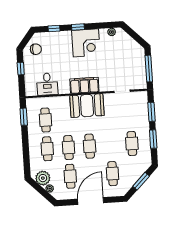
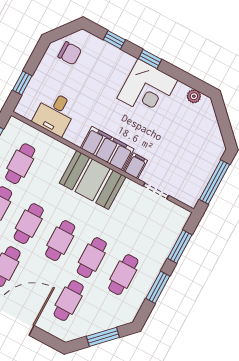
window: (21, 69) -> (22, 83), moved
filing cabinet: (104, 85) -> (136, 166), added
cafe table: (111, 145) -> (92, 258), added

